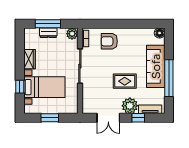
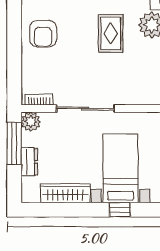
window: (48, 24) -> (14, 143), moved
armchair: (109, 41) -> (43, 34), moved
wardrobe: (29, 59) -> (65, 193), width x1.50

